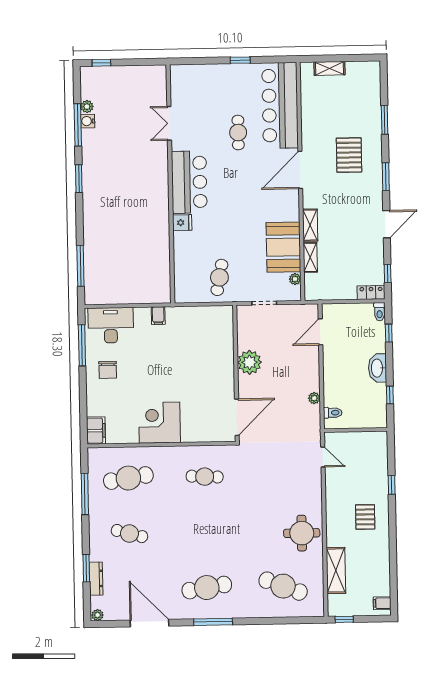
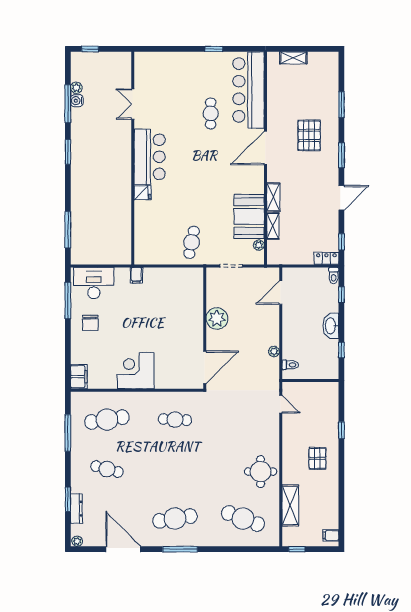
double door: (169, 123) -> (133, 104), moved
bar counter: (189, 182) -> (150, 157), moved
wall: (170, 184) -> (133, 158), moved
fridge: (182, 223) -> (143, 193), moved

